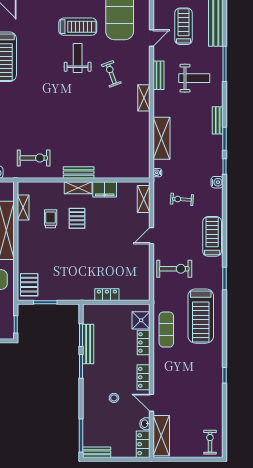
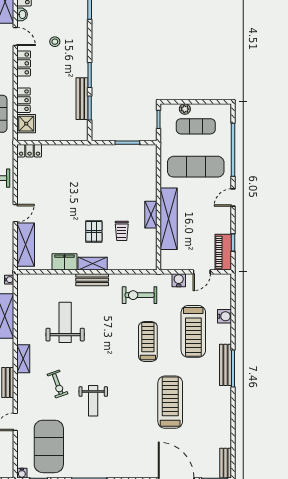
treadmill: (78, 27) -> (148, 342), moved, turned 90
weight bench: (104, 132) -> (65, 322), added
shelving: (144, 199) -> (26, 245), width x1.50, depth x1.33
shelving: (23, 207) -> (151, 215), moved
pallet: (29, 285) -> (144, 161), removed
locker: (107, 295) -> (30, 151), moved

